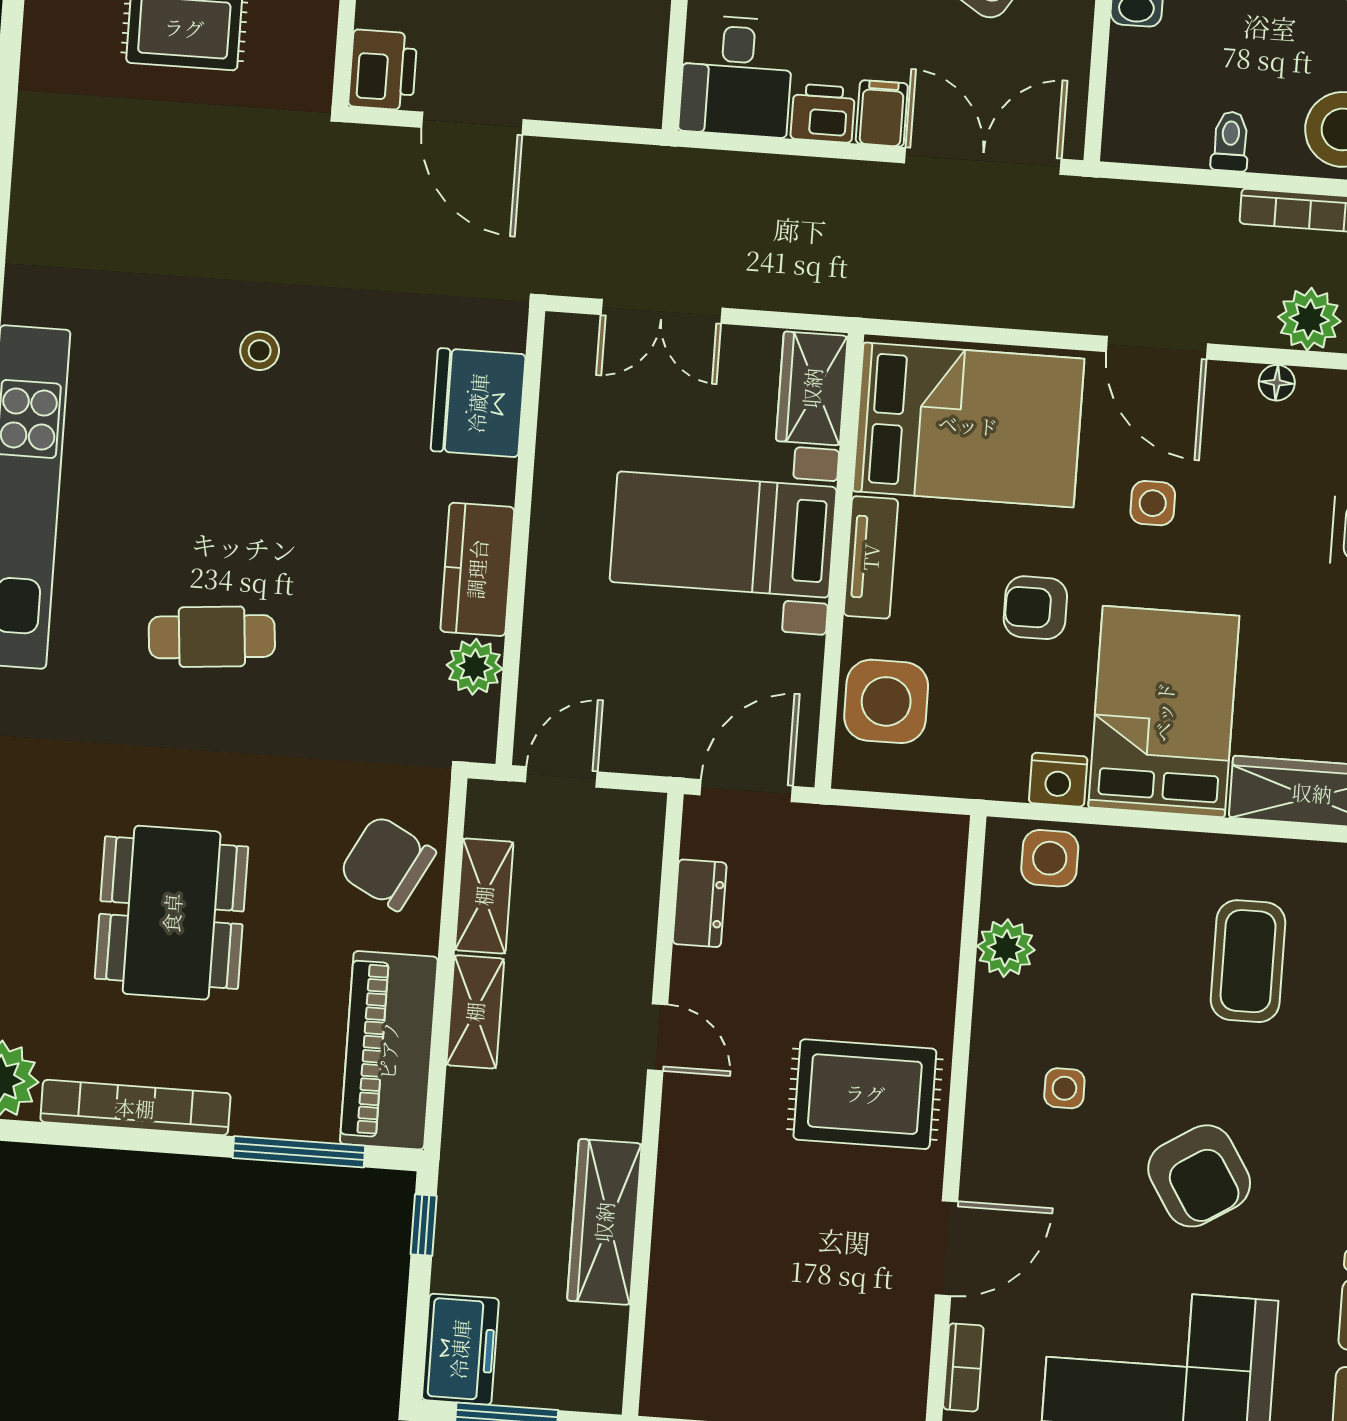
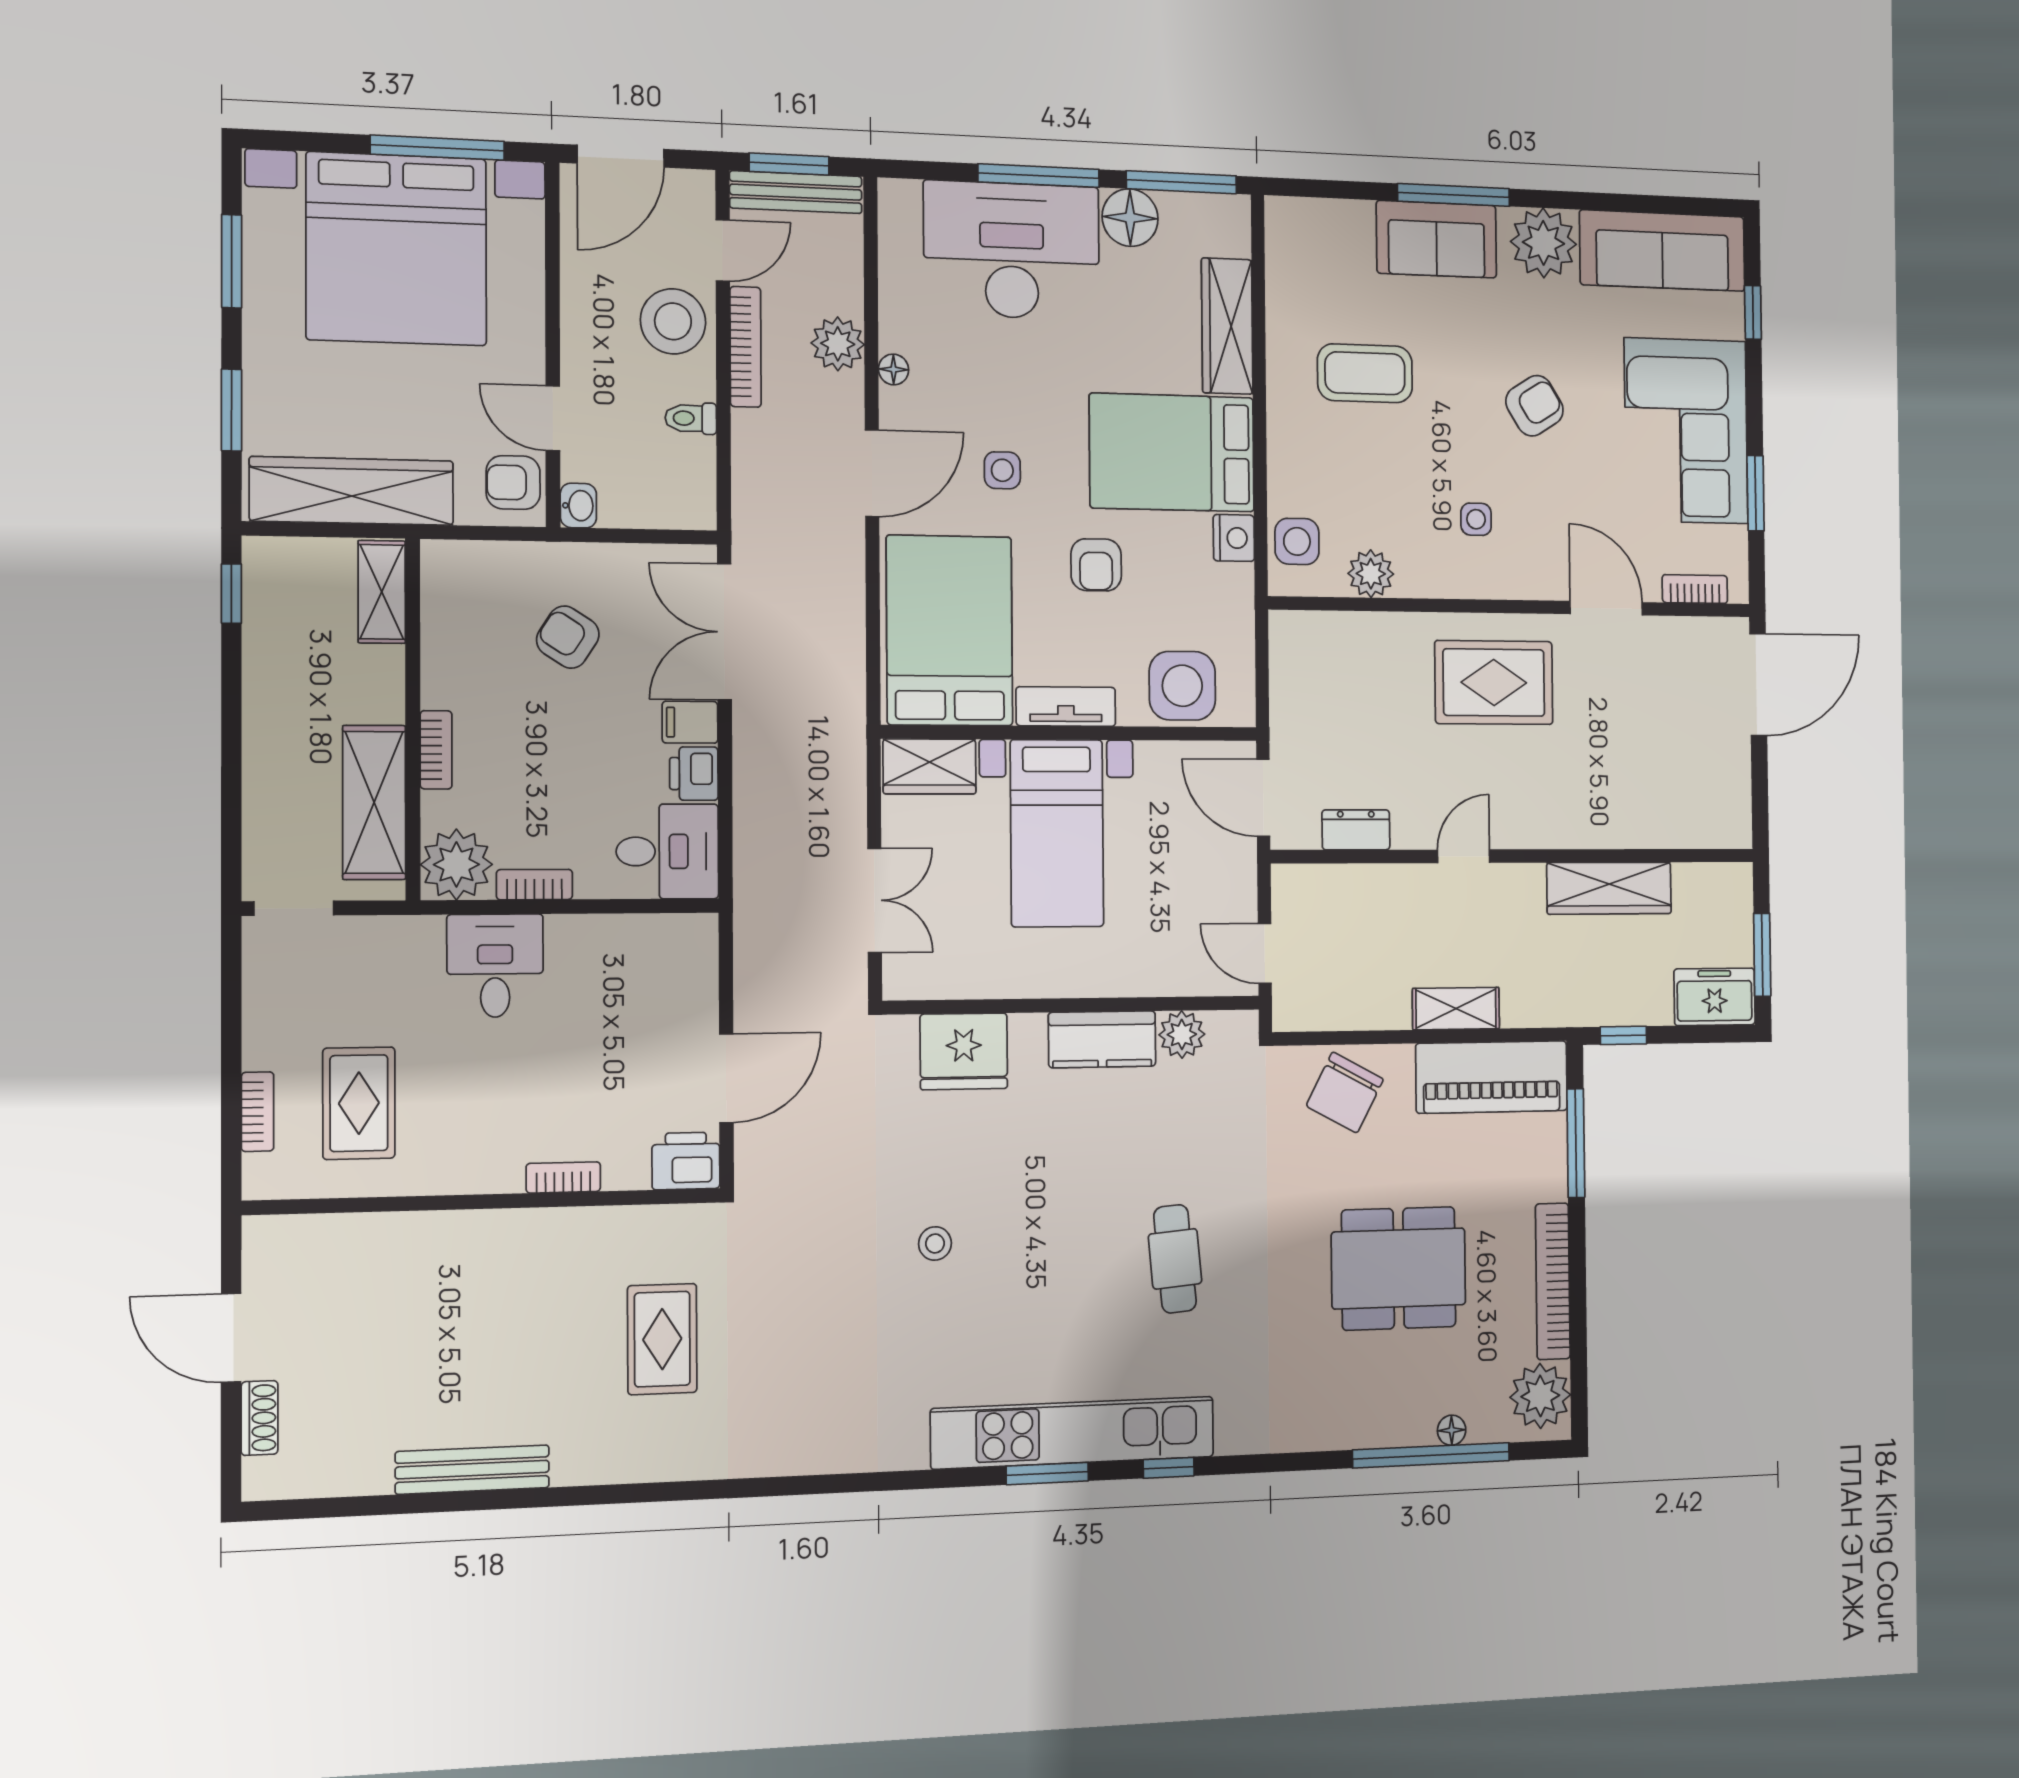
shelving: (484, 896) -> (1365, 1009), removed
rug: (865, 1094) -> (1494, 682), turned 90
armchair: (1199, 1176) -> (1534, 406), width x0.72, depth x0.72

